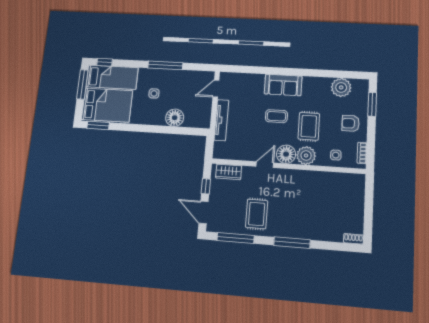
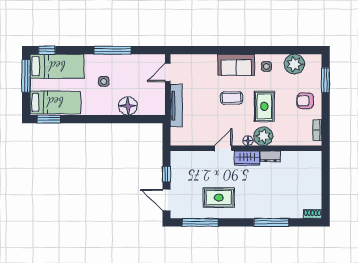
bed: (107, 105) -> (55, 102), width x0.67
floor lamp: (286, 154) -> (248, 141), width x0.53, depth x0.53
side table: (336, 155) -> (266, 66), moved
wardrobe: (229, 172) -> (247, 158), moved
dresser: (312, 176) -> (270, 156), added
rug: (257, 214) -> (219, 198), turned 90
window: (292, 243) -> (271, 222), moved

